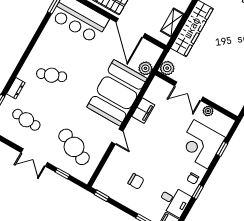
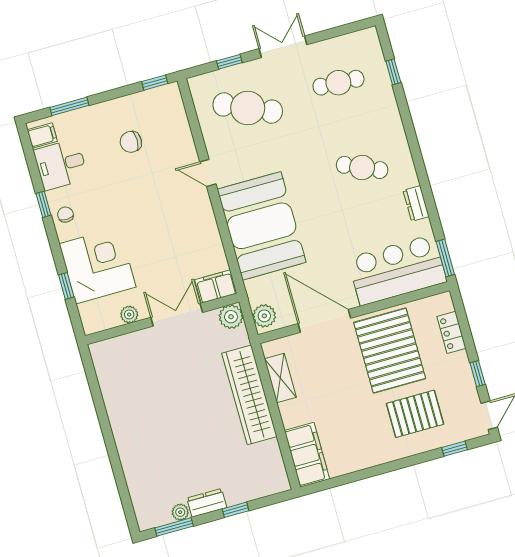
plant: (145, 68) -> (264, 316), moved
cafe table: (52, 75) -> (362, 167), turned 45
dresser: (16, 88) -> (416, 203), moved
filing cabinet: (143, 111) -> (216, 287), moved, turned 90

